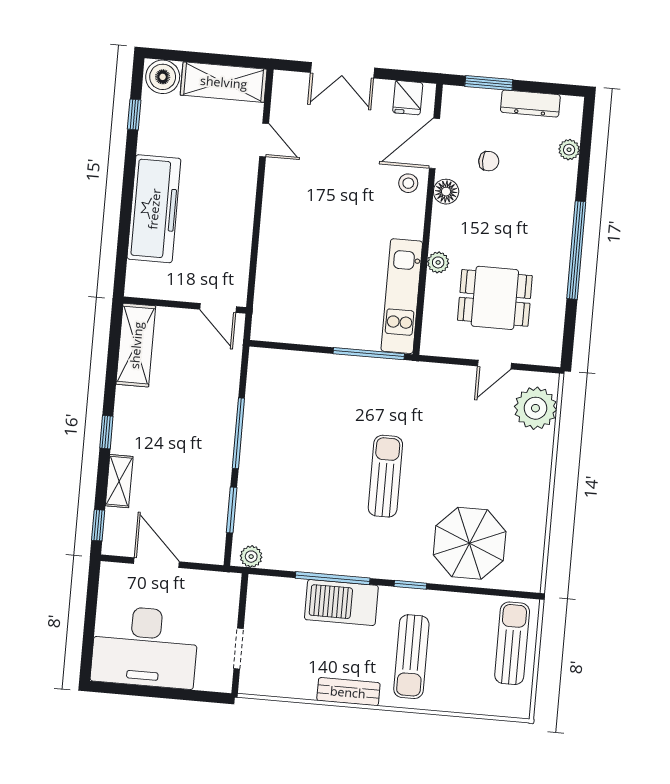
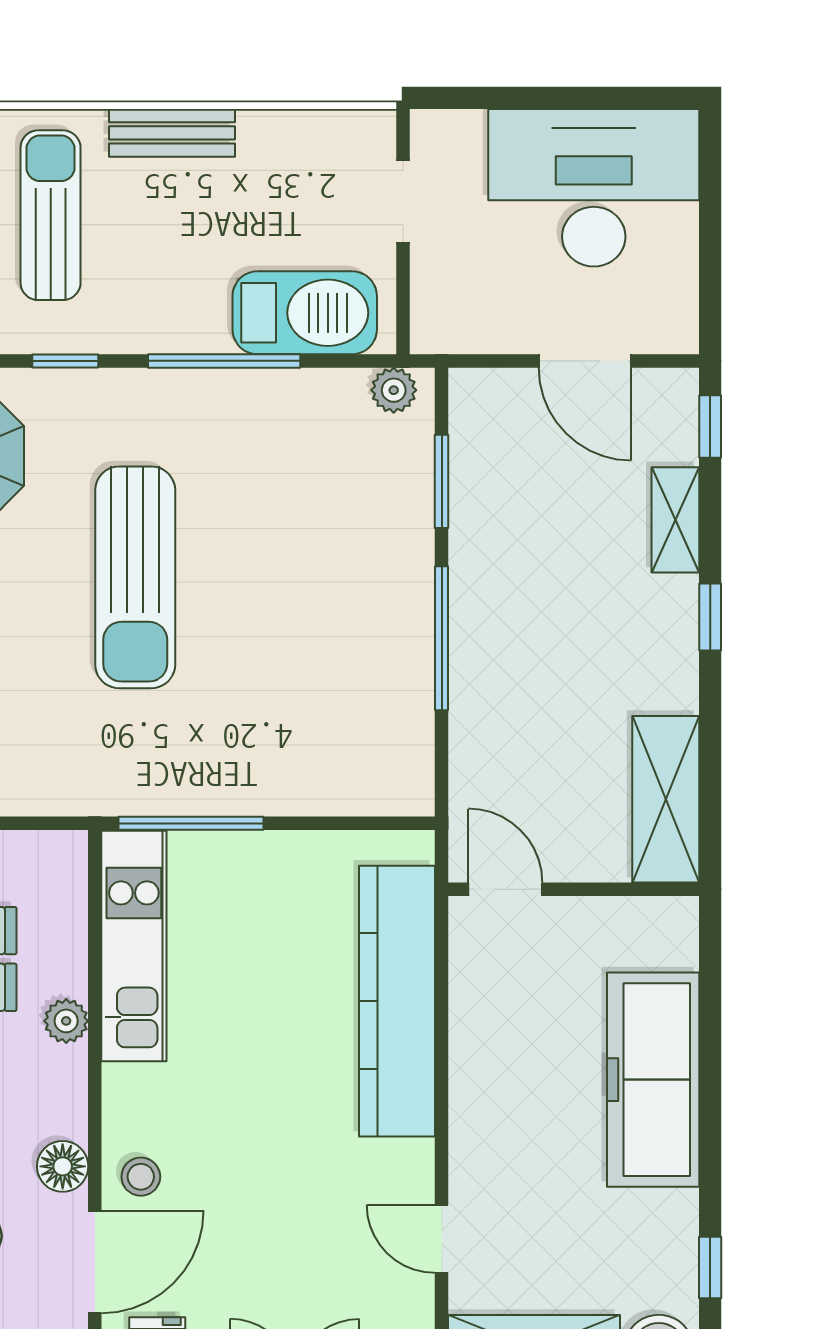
kitchen counter: (276, 258) -> (397, 1001), added
sun lounger: (385, 476) -> (135, 577), width x1.36, depth x1.34
barbecue: (341, 603) -> (305, 313), moved

